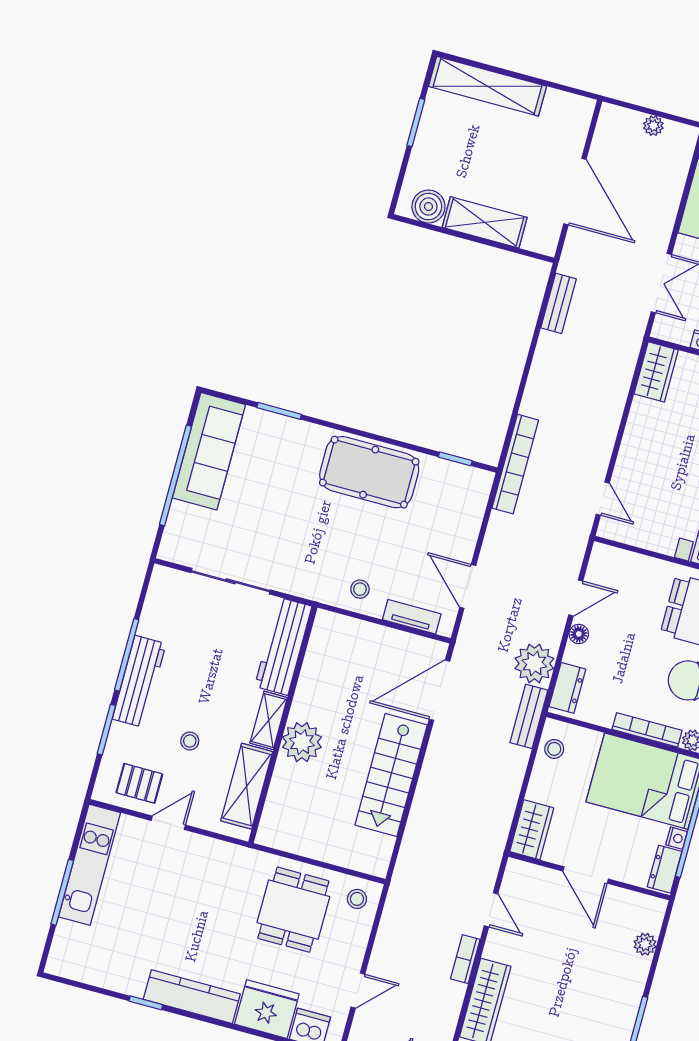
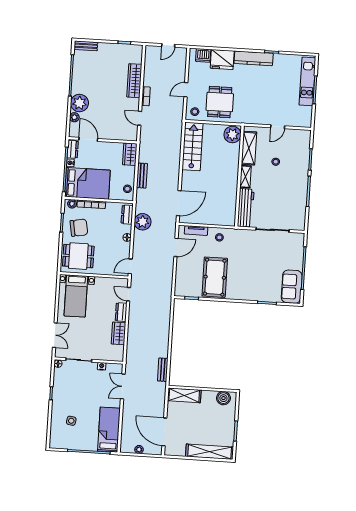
door: (575, 192) -> (164, 432), moved
shelving: (485, 222) -> (184, 395), moved
wardrobe: (656, 372) -> (118, 333), moved
sofa: (209, 451) -> (292, 287), width x0.73
dresser: (629, 460) -> (121, 312), added
bookcase: (515, 464) -> (167, 301), removed
pool table: (369, 472) -> (215, 277), moved, turned 90
door: (468, 586) -> (176, 247), hinge flipped
door: (576, 598) -> (130, 266), moved
workbench: (139, 681) -> (301, 182), removed
bench: (529, 716) -> (142, 176), moved
plant: (302, 742) -> (232, 135), moved
stairs: (391, 775) -> (192, 147), moved
pallet: (139, 783) -> (293, 140), removed
kitchen unit: (90, 865) -> (307, 81), moved
door: (586, 875) -> (88, 139), moved
plant: (626, 975) -> (79, 103), added
door: (358, 991) -> (186, 90), moved

